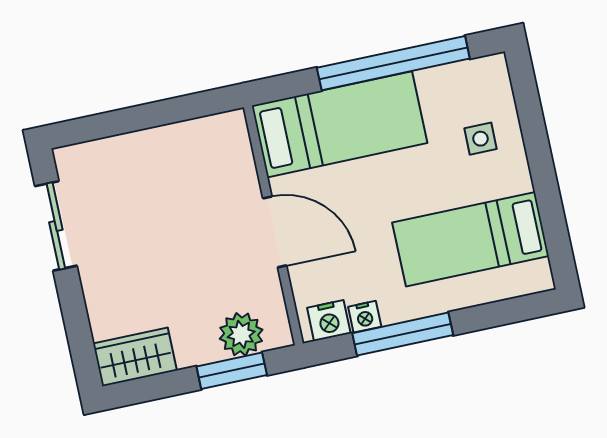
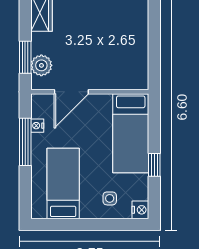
window: (393, 63) -> (154, 165), width x0.32
door: (275, 232) -> (71, 92), moved
nightstand: (329, 321) -> (140, 210), moved, turned 180

